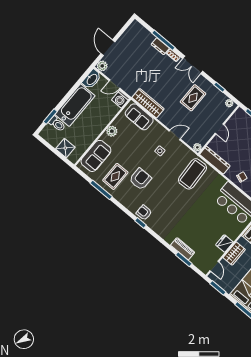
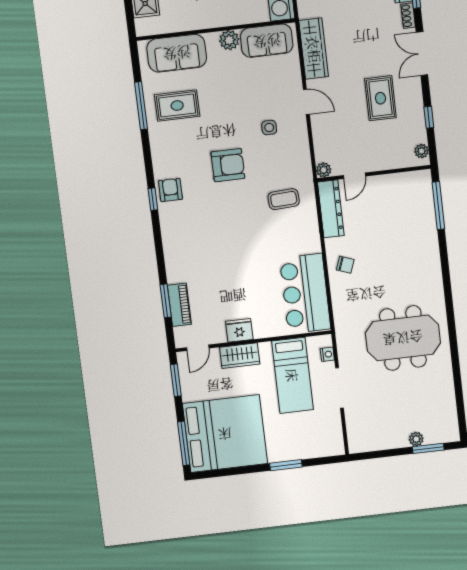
rug: (193, 98) -> (380, 98), turned 90
sofa: (139, 117) -> (267, 41), moved, turned -90
door: (219, 129) -> (354, 176), moved
door: (175, 135) -> (306, 102), moved
coffee table: (192, 174) -> (284, 199), width x0.54, depth x0.58
armchair: (140, 179) -> (228, 165), moved
piano: (183, 249) -> (179, 305), moved

